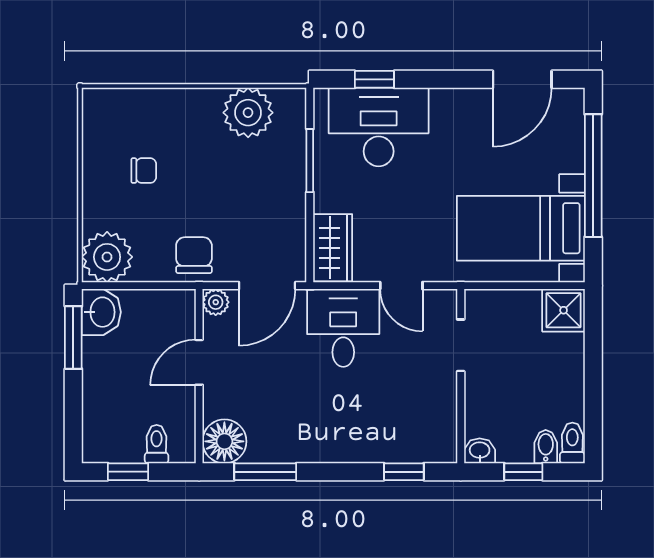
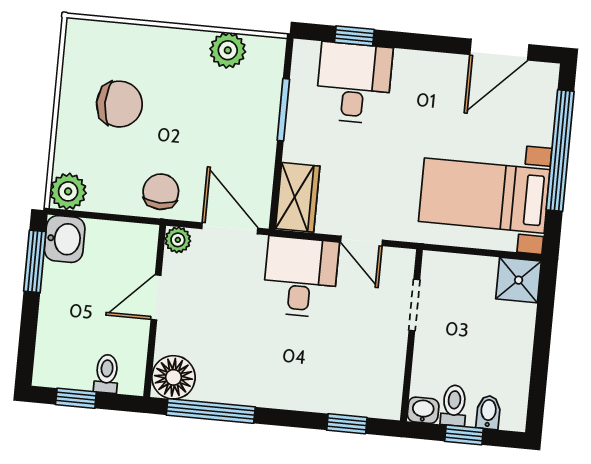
plant: (248, 113) -> (228, 50), width x0.73, depth x0.73
desk: (379, 127) -> (354, 83), width x0.73
chair: (144, 171) -> (119, 104), width x1.87, depth x1.87
plant: (107, 257) -> (68, 191), width x0.73, depth x0.73
door: (267, 286) -> (230, 228), swing flipped
toilet: (572, 443) -> (454, 405), moved
window: (265, 472) -> (211, 411), width x1.44

